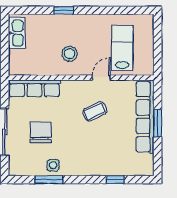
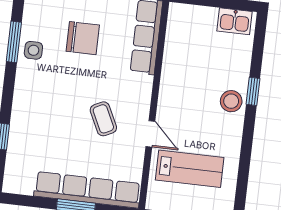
kitchen sink: (17, 33) -> (235, 21), width x0.73
stool: (70, 54) -> (231, 101), moved

